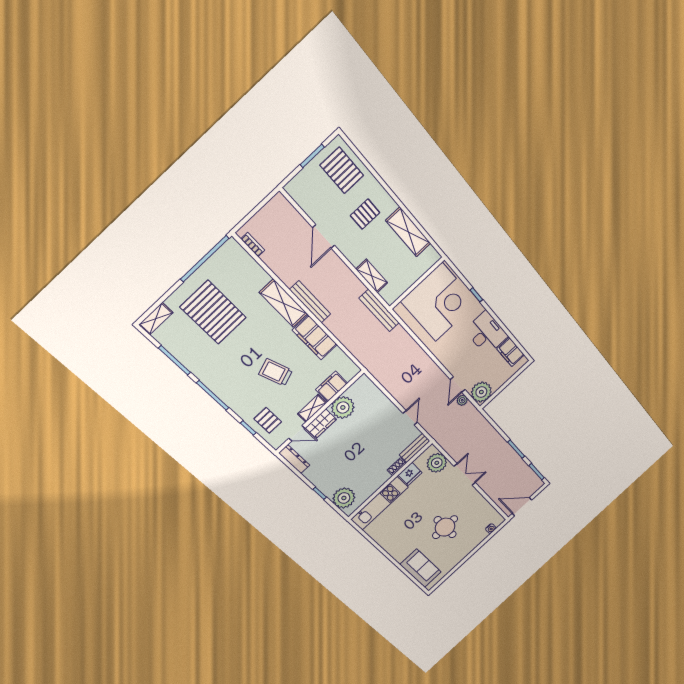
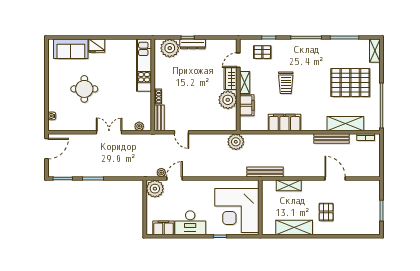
pallet: (342, 170) -> (360, 220), removed
bench: (310, 302) -> (332, 139), moved
shelving: (283, 303) -> (345, 124), moved
plant: (375, 364) -> (236, 142), added
trolley: (276, 372) -> (286, 83), turned 109
door: (458, 384) -> (174, 178), hinge flipped
dresser: (294, 459) -> (193, 44), moved
plant: (437, 463) -> (139, 126), width x0.53, depth x0.53
fridge: (410, 474) -> (97, 46), moved, turned -90
double door: (465, 474) -> (109, 132), swing flipped

